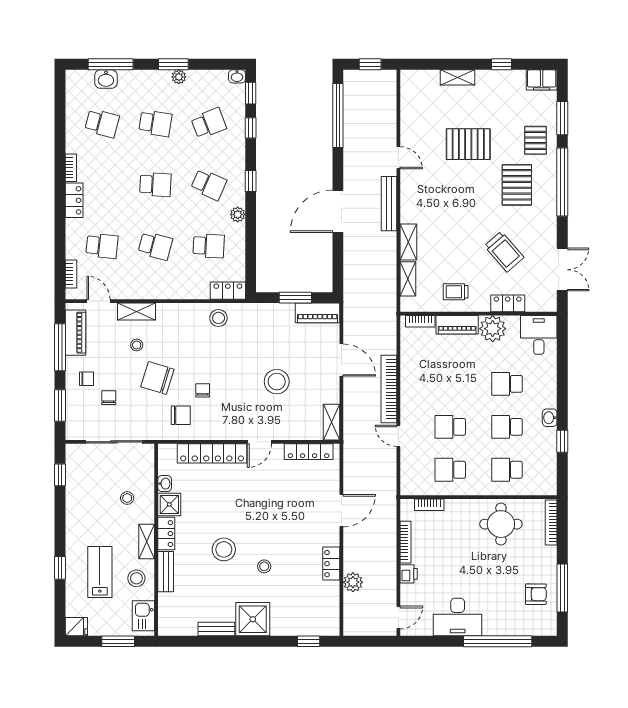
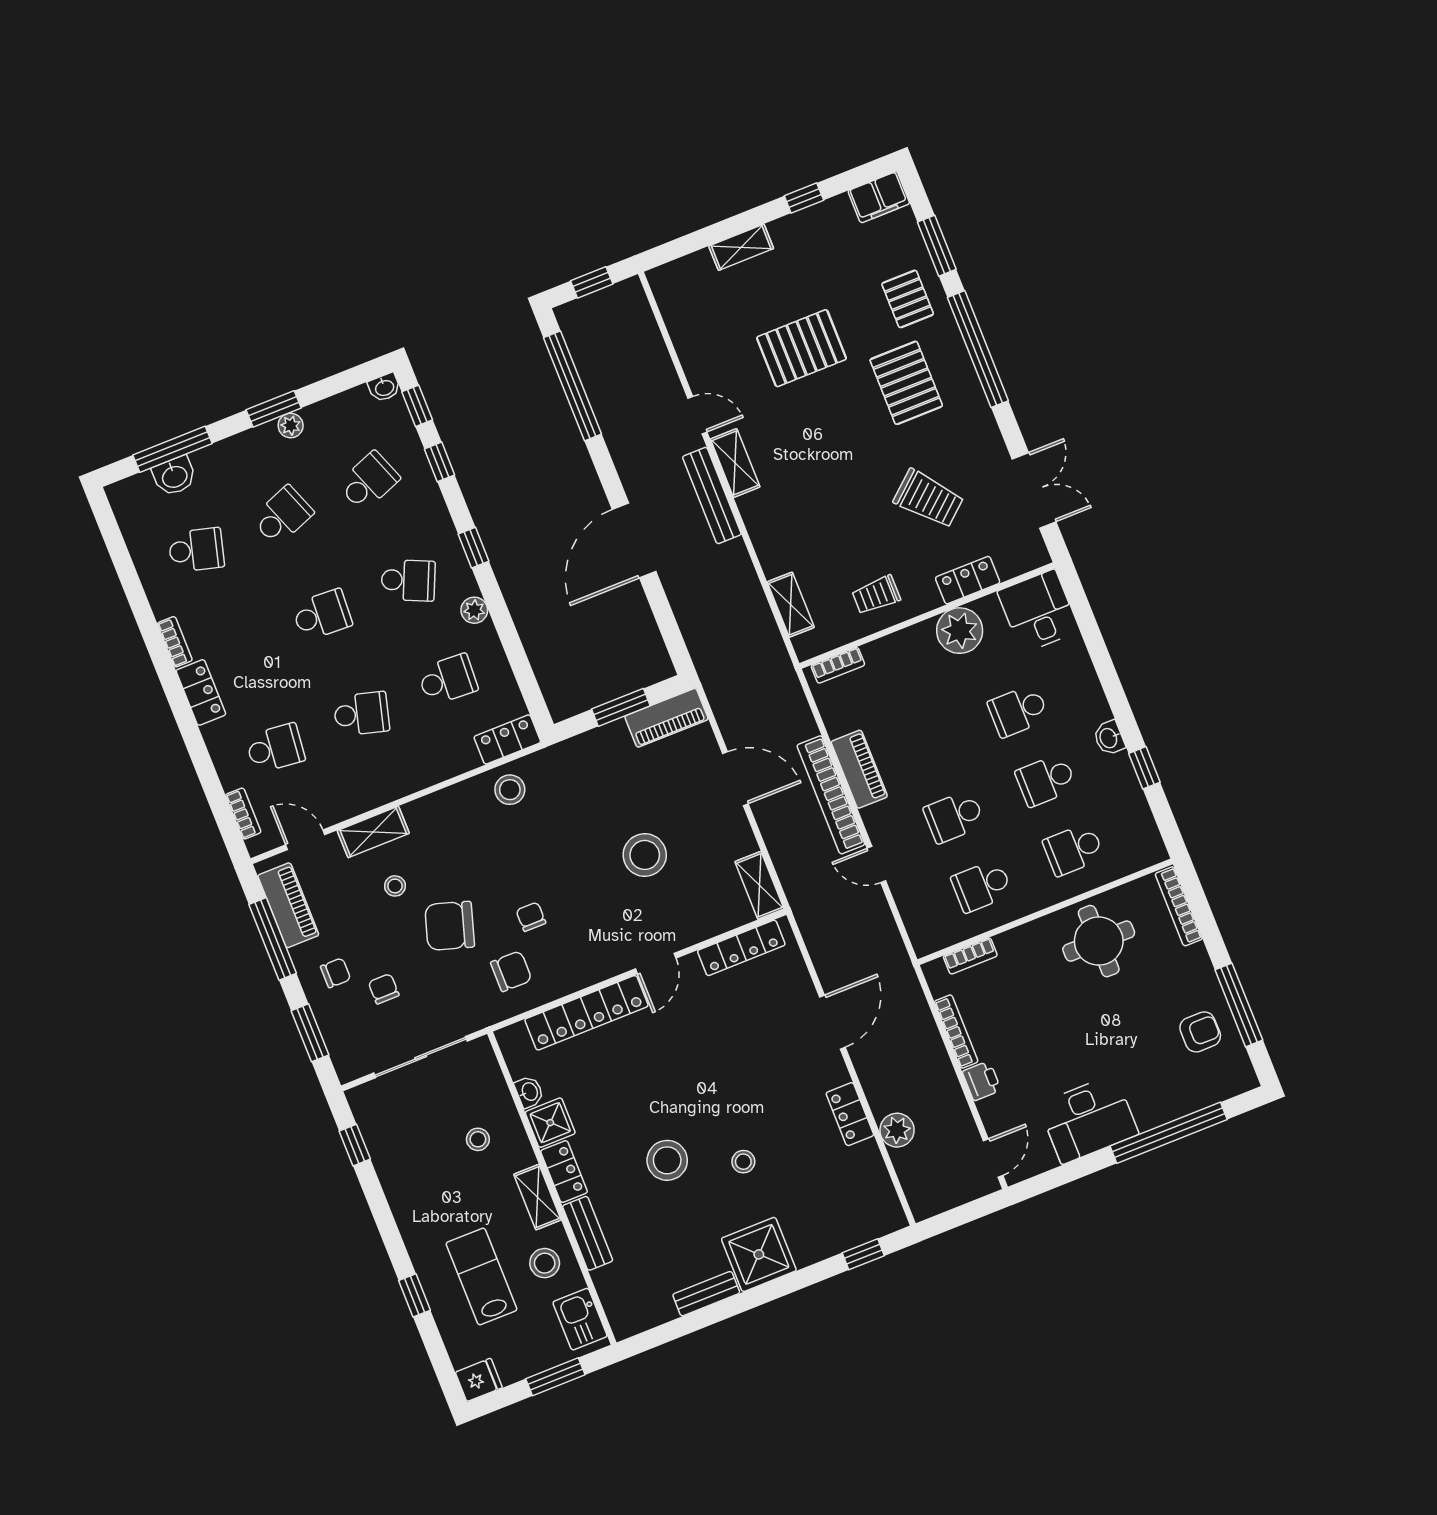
school desk: (155, 123) -> (283, 516), turned -30
shelving: (408, 242) -> (735, 463), moved
piano: (457, 325) -> (859, 769), moved, turned -90

